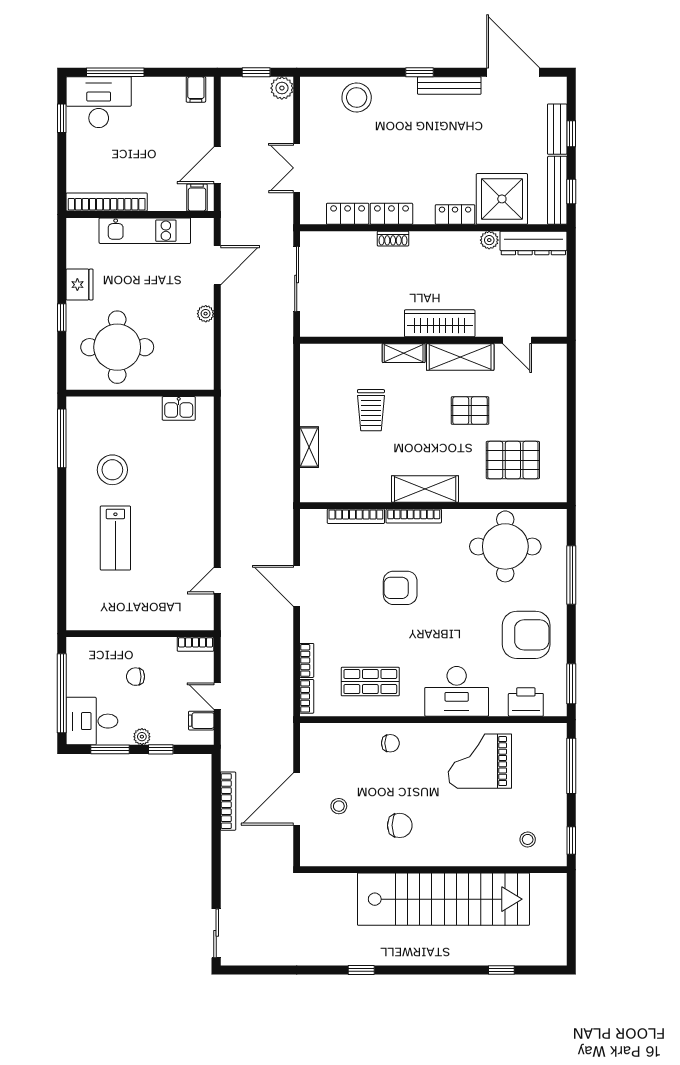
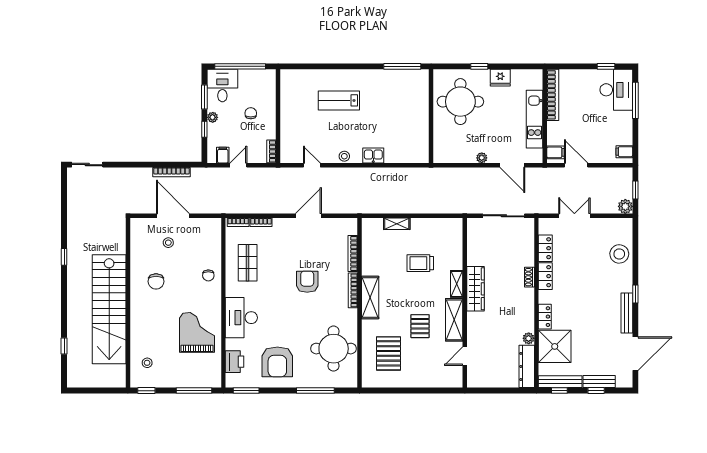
wardrobe: (440, 323) -> (476, 289), moved
kitchen sink: (179, 408) -> (373, 156), moved, turned 90
stool: (112, 470) -> (344, 156), moved, width x0.53, depth x0.53

